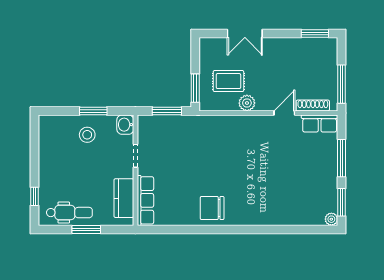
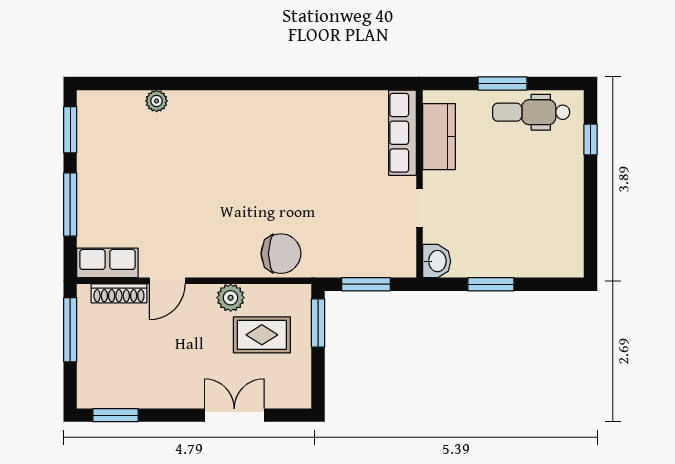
stool: (87, 135) -> (501, 244), removed
chair: (212, 208) -> (281, 254), moved
plant: (331, 219) -> (157, 101), moved

